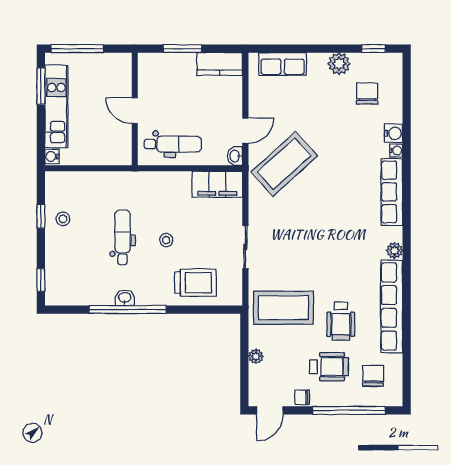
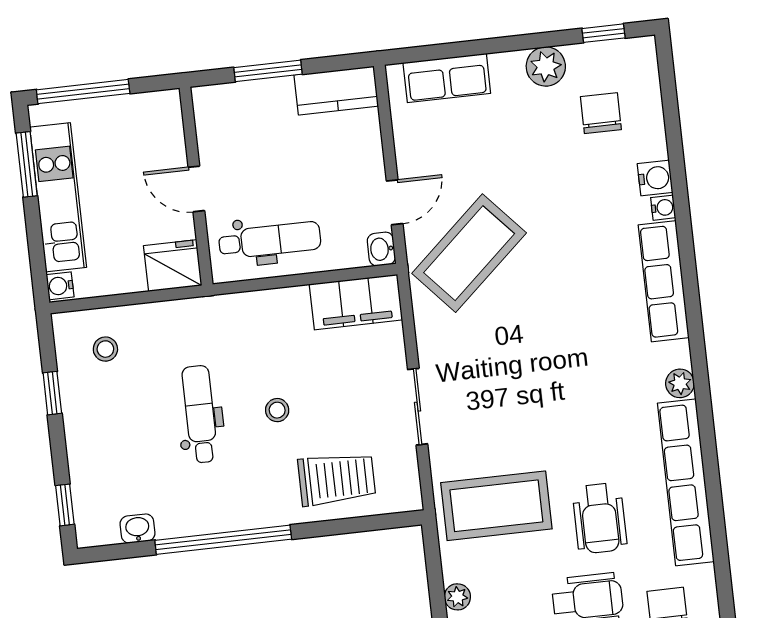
fridge: (117, 152) -> (173, 266), added
stool: (63, 219) -> (105, 349), moved
washbasin: (125, 298) -> (137, 529), moved

